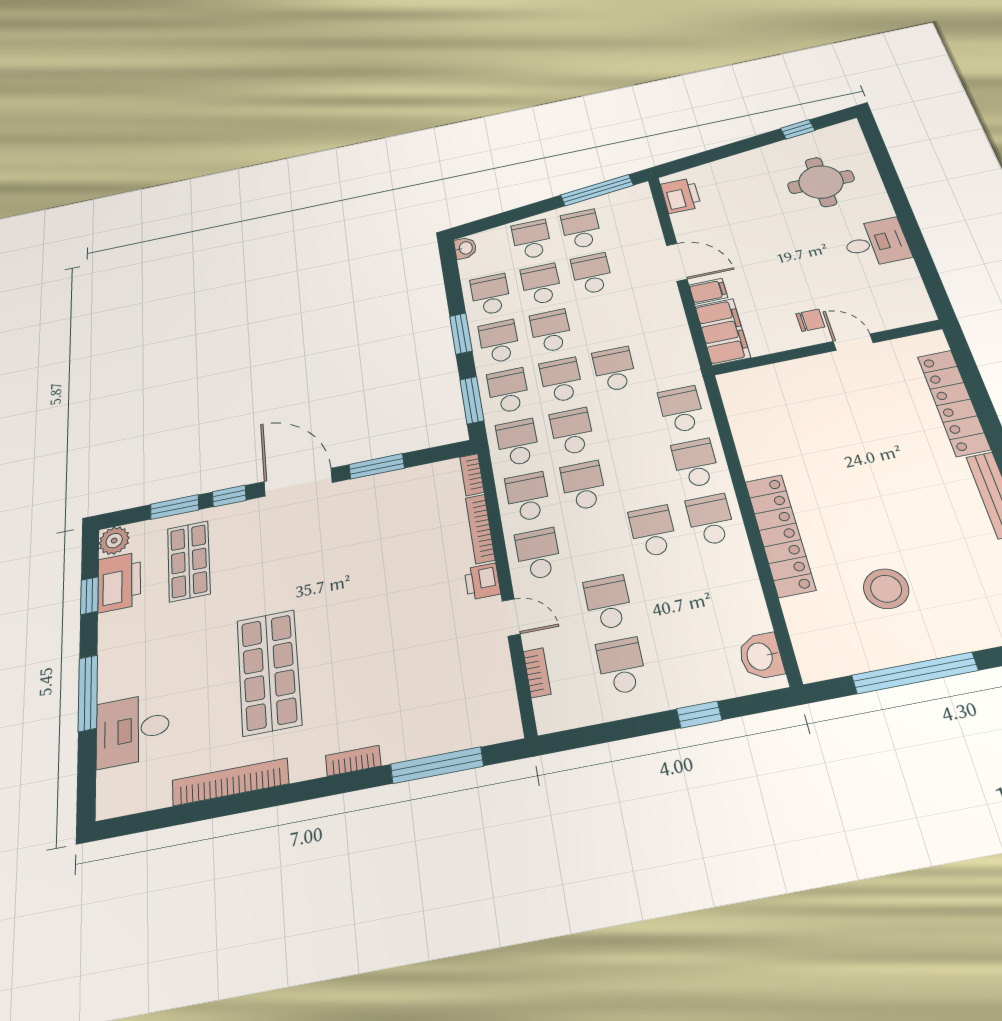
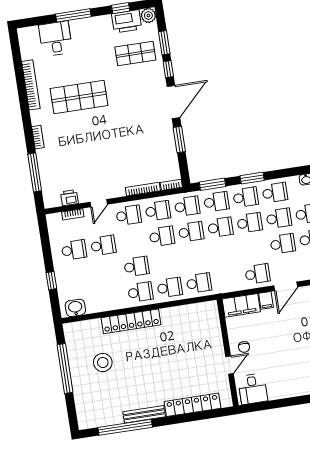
desk: (876, 243) -> (253, 389), moved
school desk: (614, 369) -> (257, 274), moved
printer: (482, 581) -> (69, 198), moved

